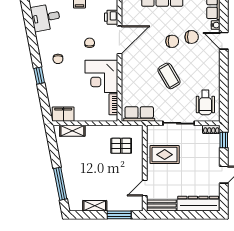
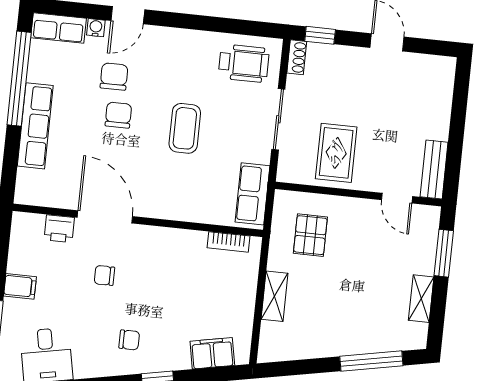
corner desk: (101, 76) -> (172, 260), removed
coffee table: (169, 76) -> (185, 128), turned -60
filing cabinet: (63, 114) -> (212, 353), moved, turned 79
shelving: (72, 131) -> (275, 296), moved
dresser: (198, 204) -> (438, 98), removed

